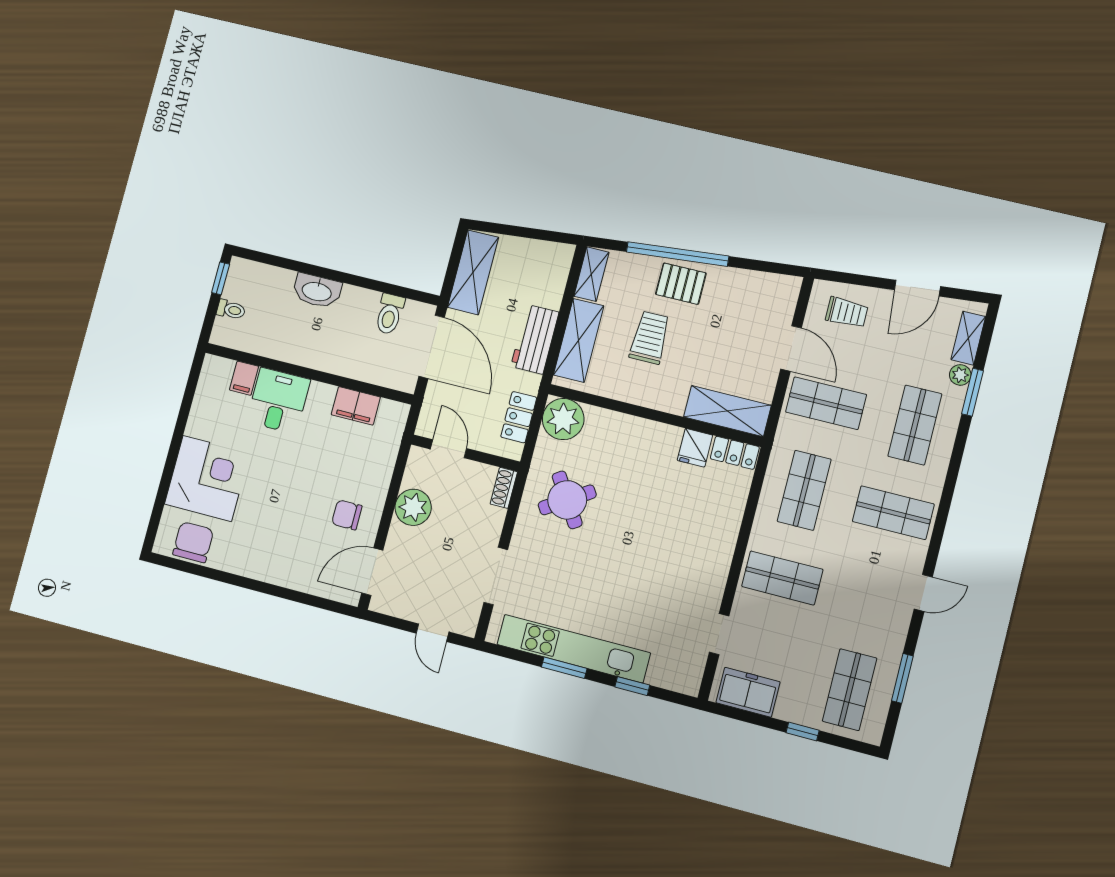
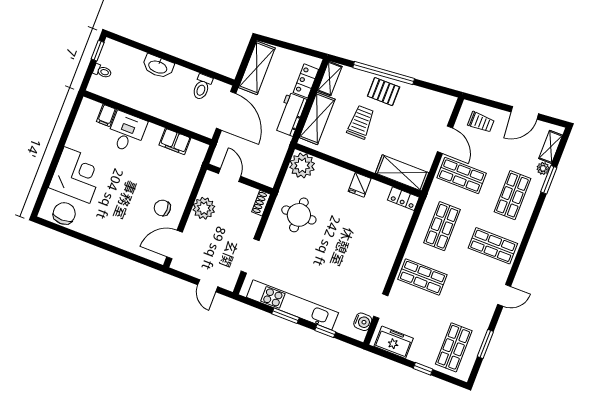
locker: (519, 417) -> (306, 81), moved
fridge: (695, 448) -> (360, 185), moved
round table: (567, 500) -> (299, 215), turned 33
water cooler: (693, 664) -> (363, 322), added

